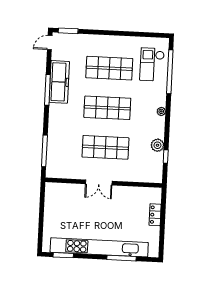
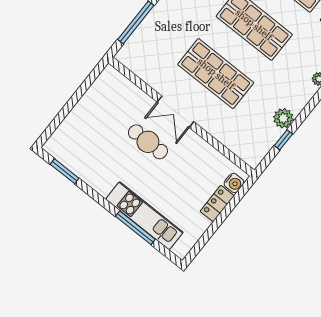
water cooler: (156, 198) -> (234, 183), added
cafe table: (96, 208) -> (148, 142), added
kitchen unit: (99, 247) -> (144, 216), width x0.54

